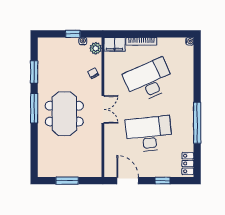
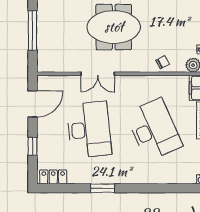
double door: (103, 109) -> (98, 74), moved
window: (197, 123) -> (103, 188), width x0.47
window: (67, 181) -> (33, 30), width x1.44

